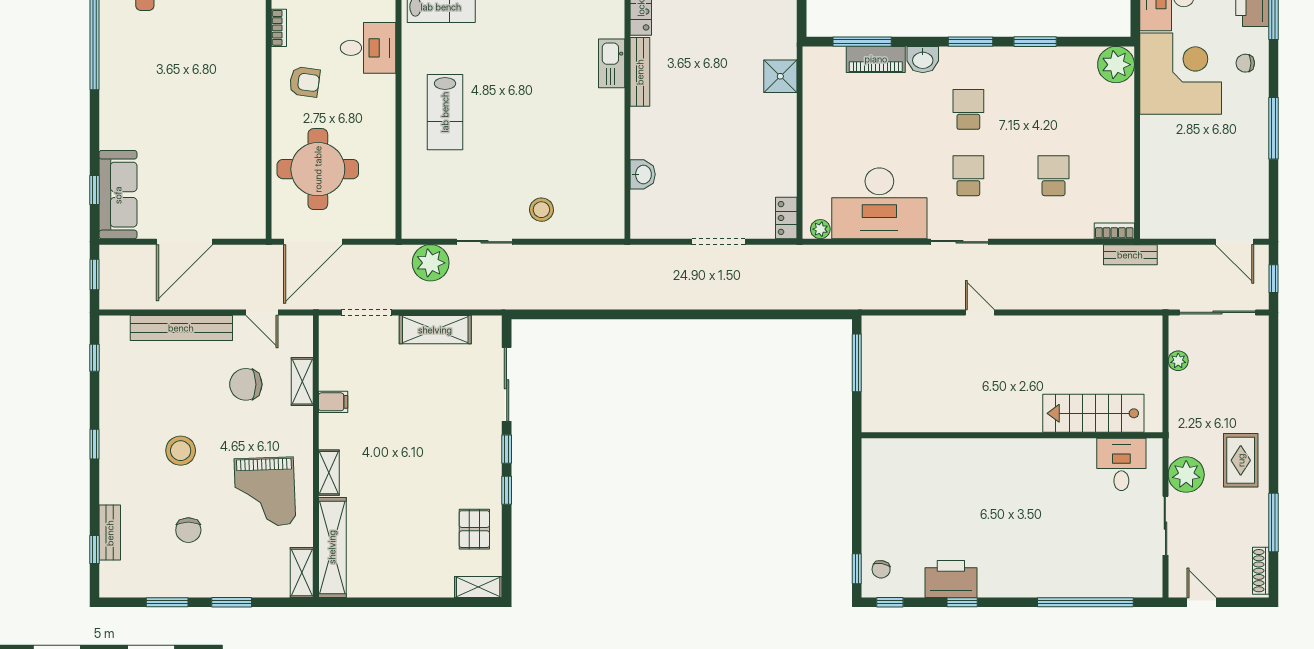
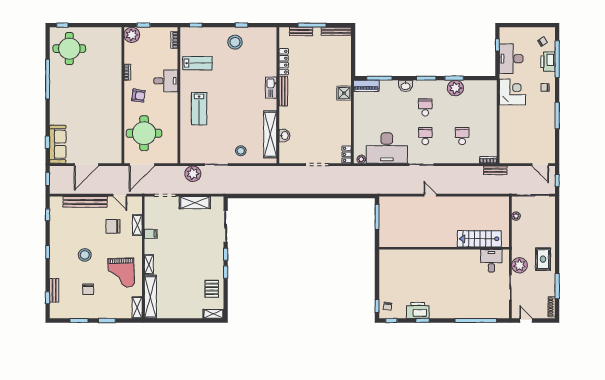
piano: (876, 59) -> (366, 86), moved
plant: (1116, 65) -> (455, 88), moved
corner desk: (1181, 74) -> (512, 92), width x0.74, depth x0.74
shelving: (610, 172) -> (270, 134), added

